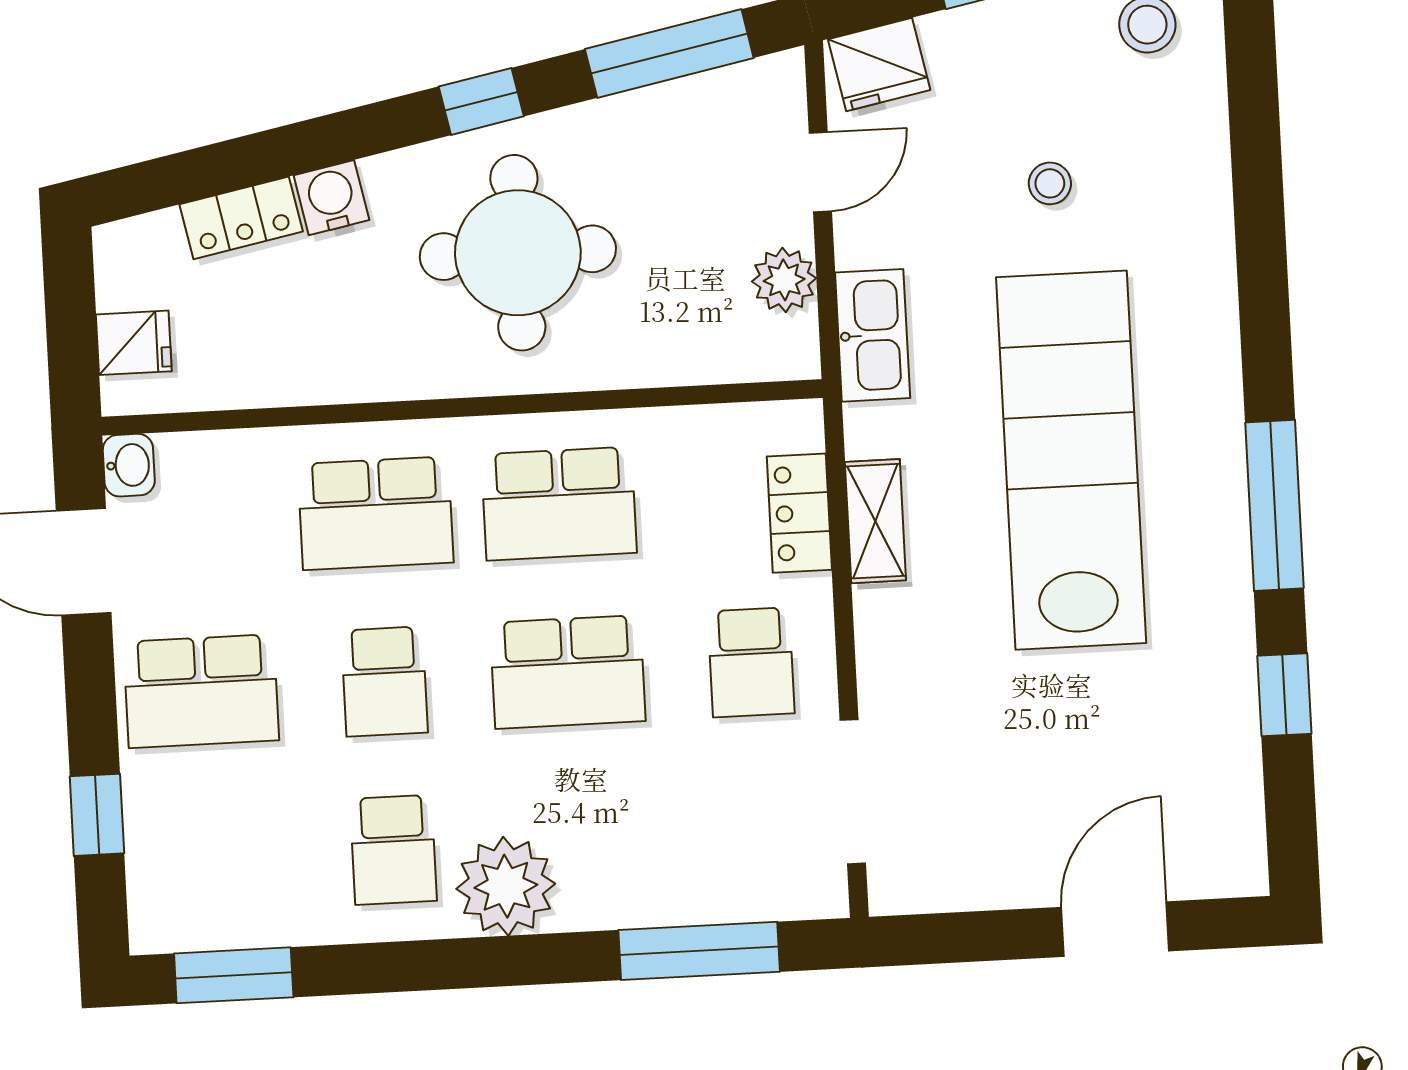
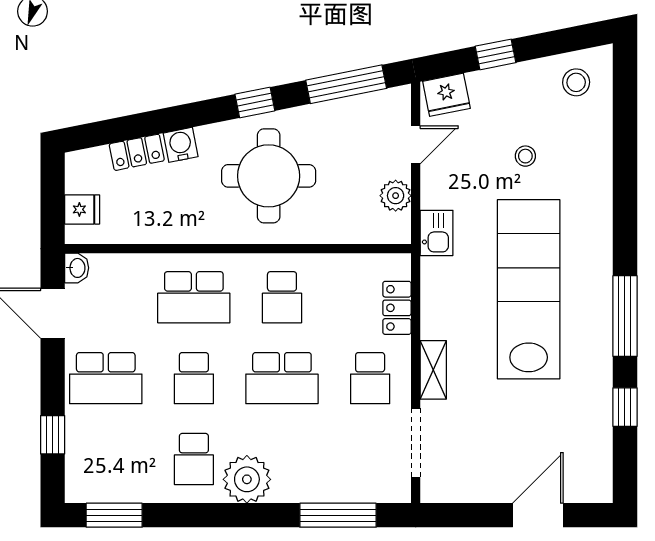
kitchen sink: (873, 335) -> (437, 233), width x0.73
school desk: (559, 504) -> (282, 297), width x0.54
shelving: (875, 521) -> (433, 370), moved

